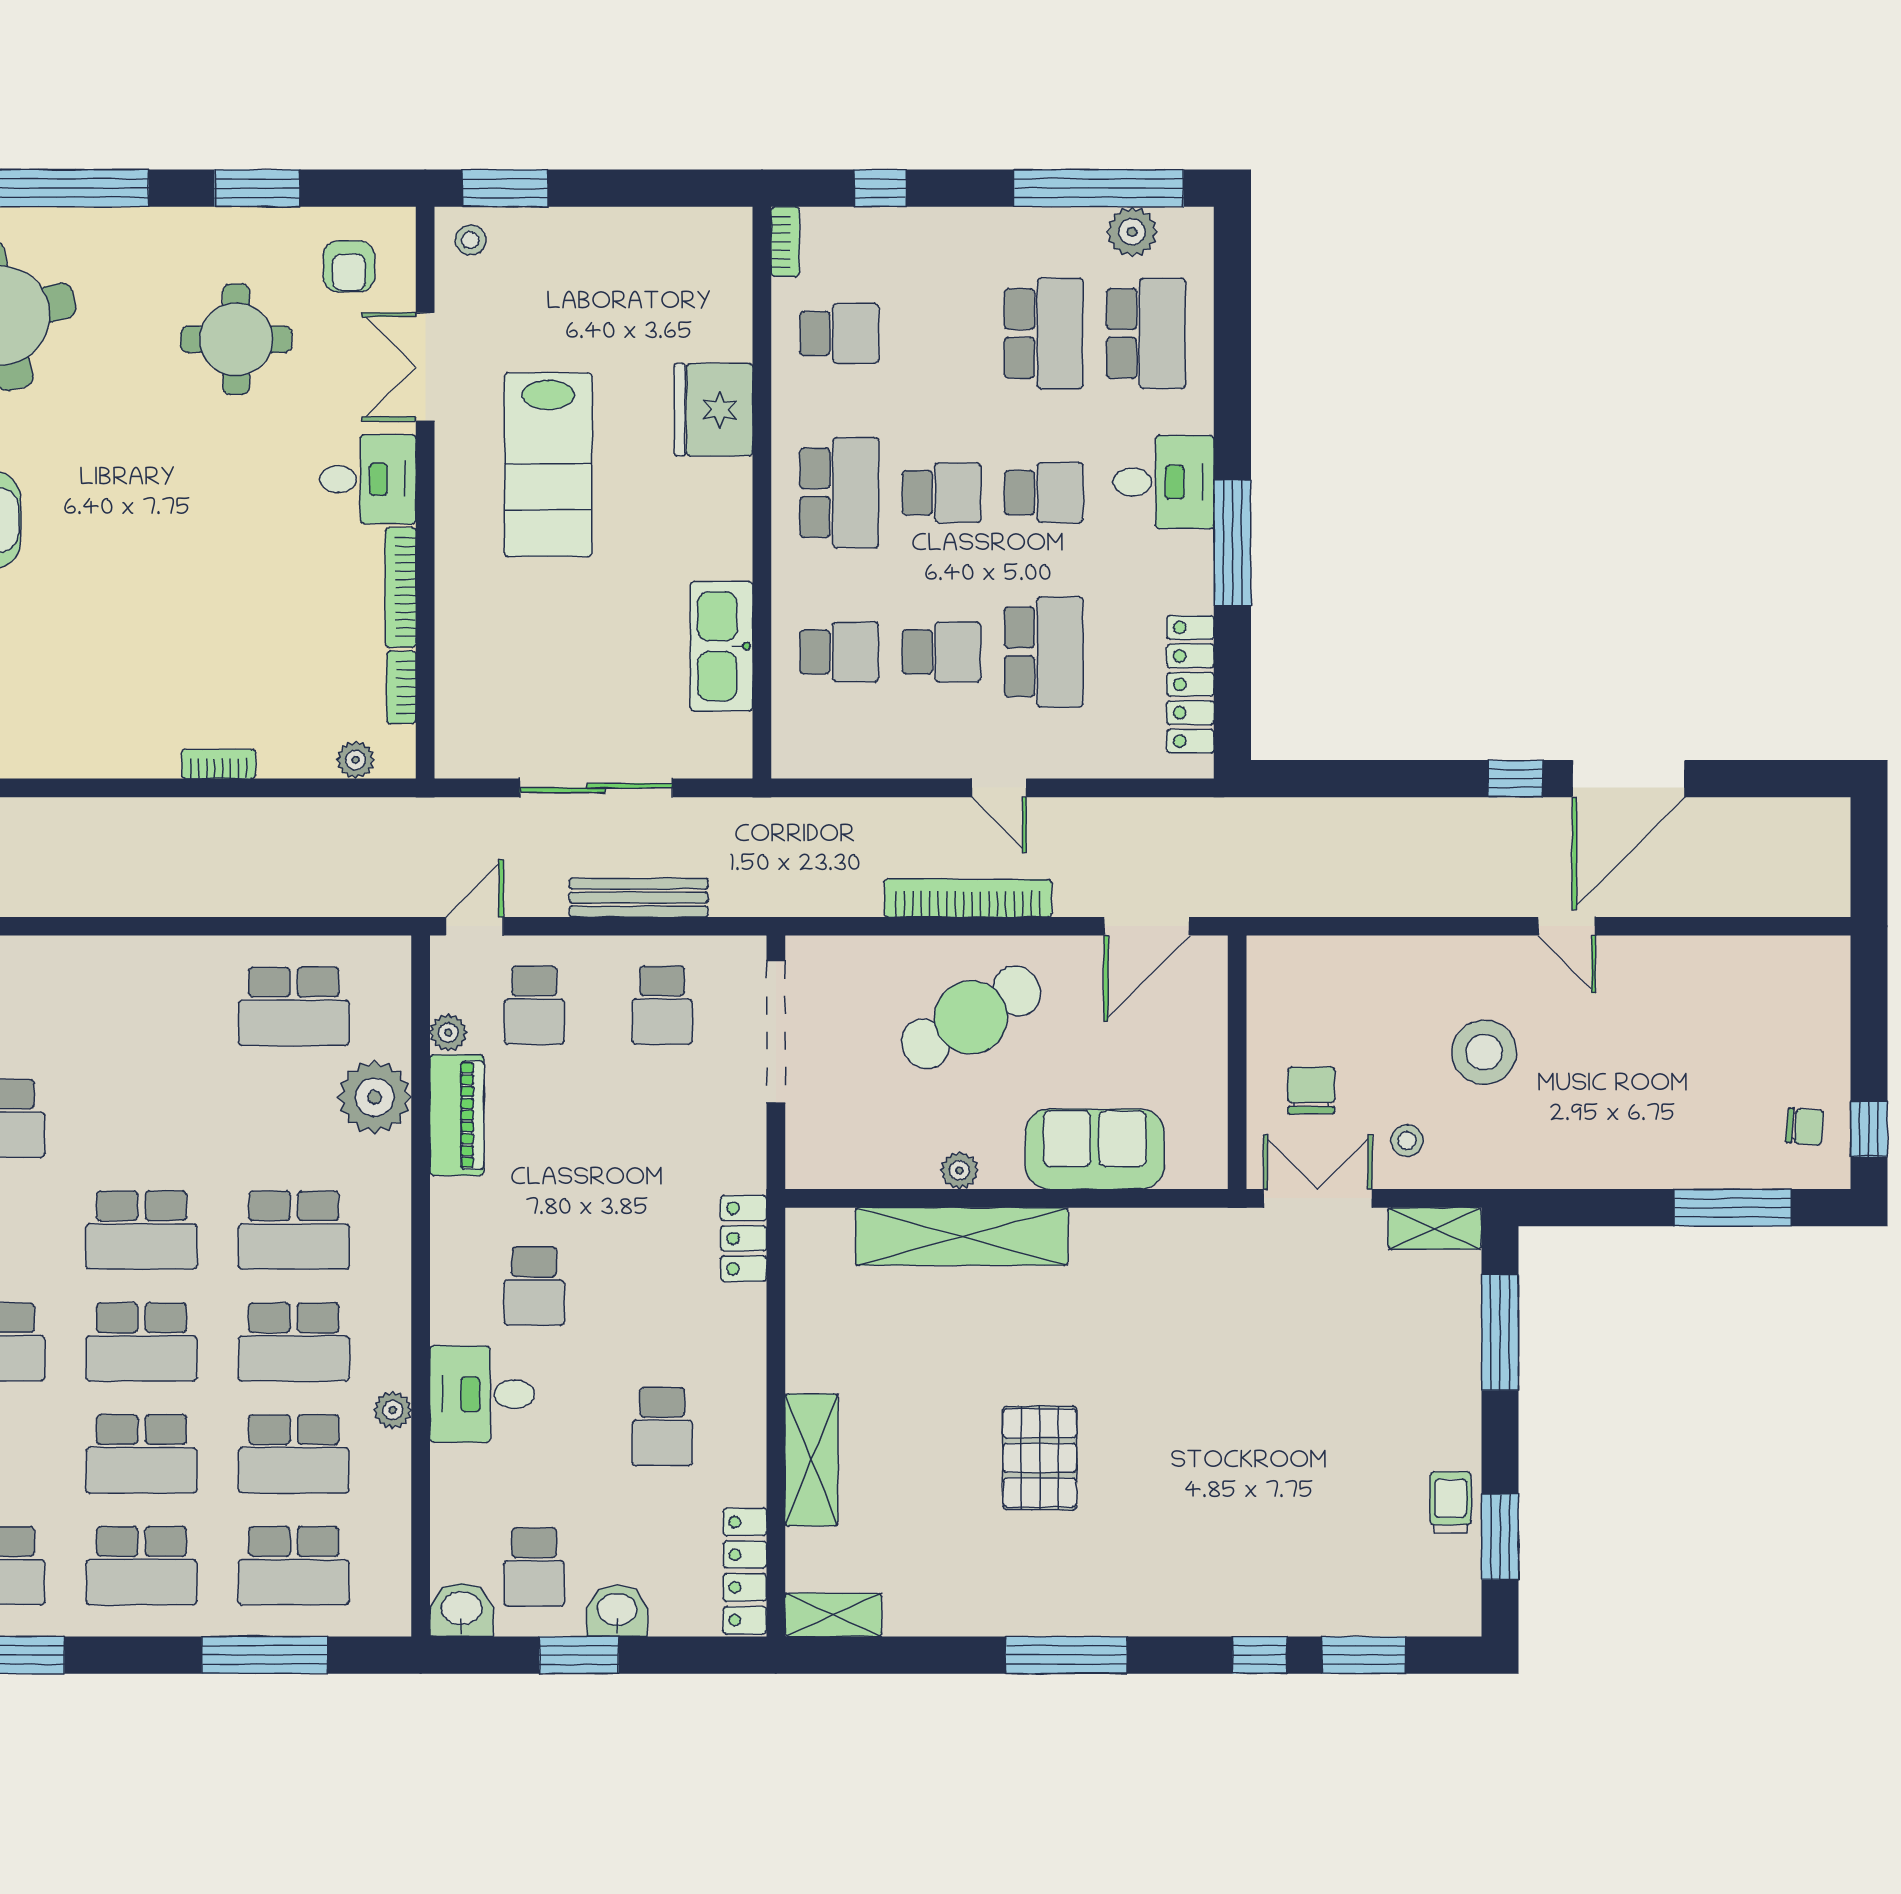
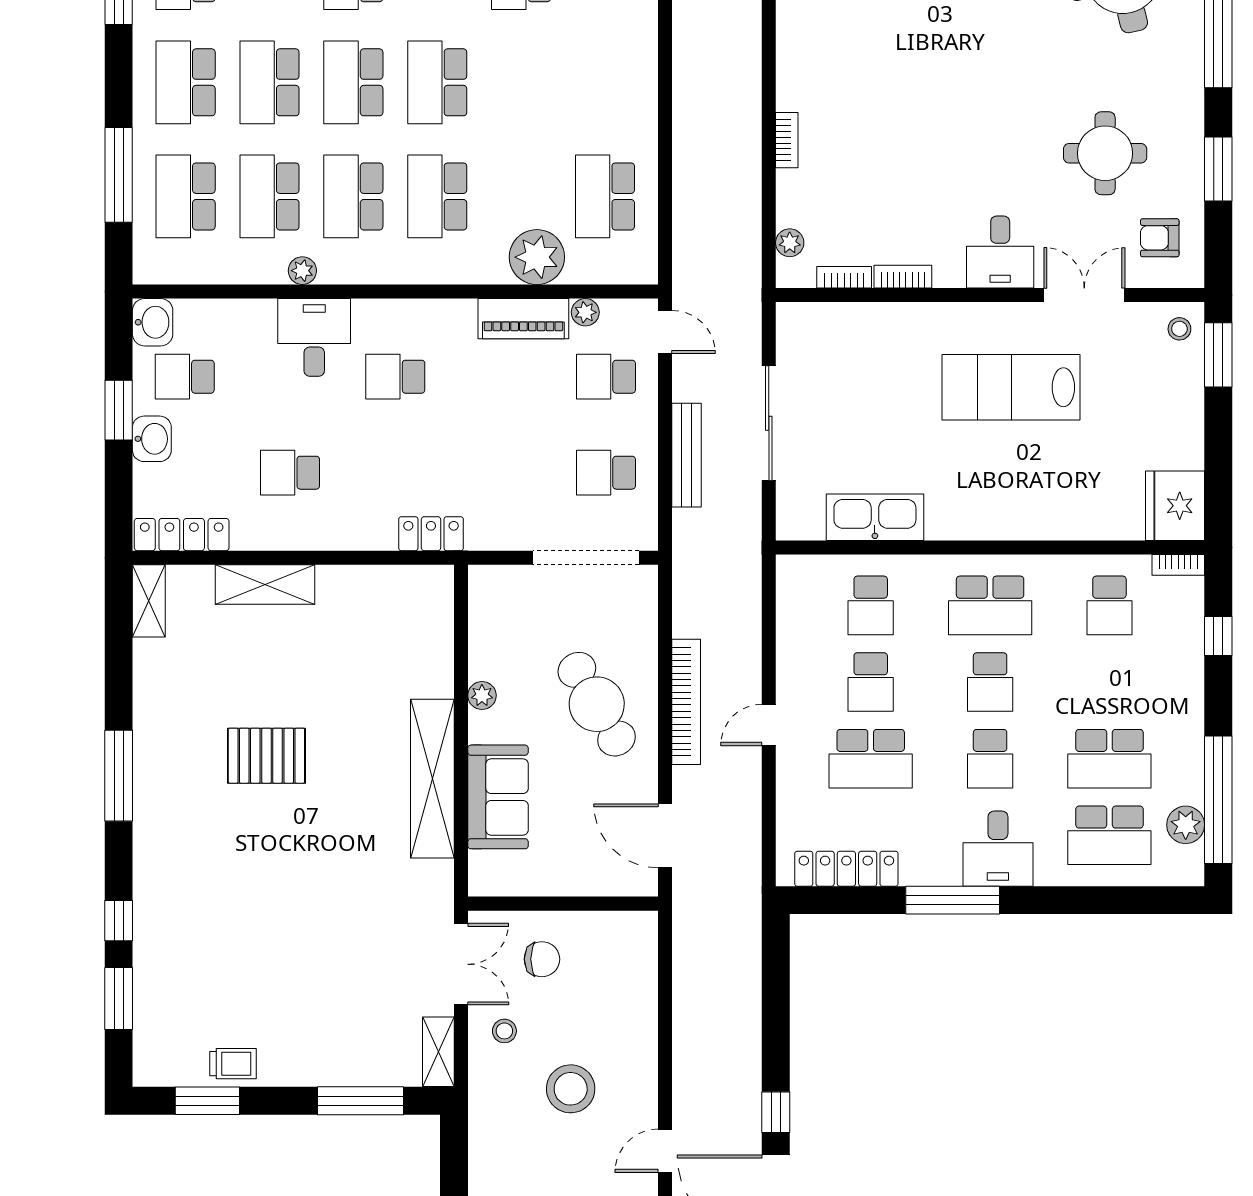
fridge: (713, 410) -> (1175, 506), moved, turned -90
bookcase: (401, 587) -> (903, 277), width x0.64
shelving: (962, 1237) -> (432, 779), moved

